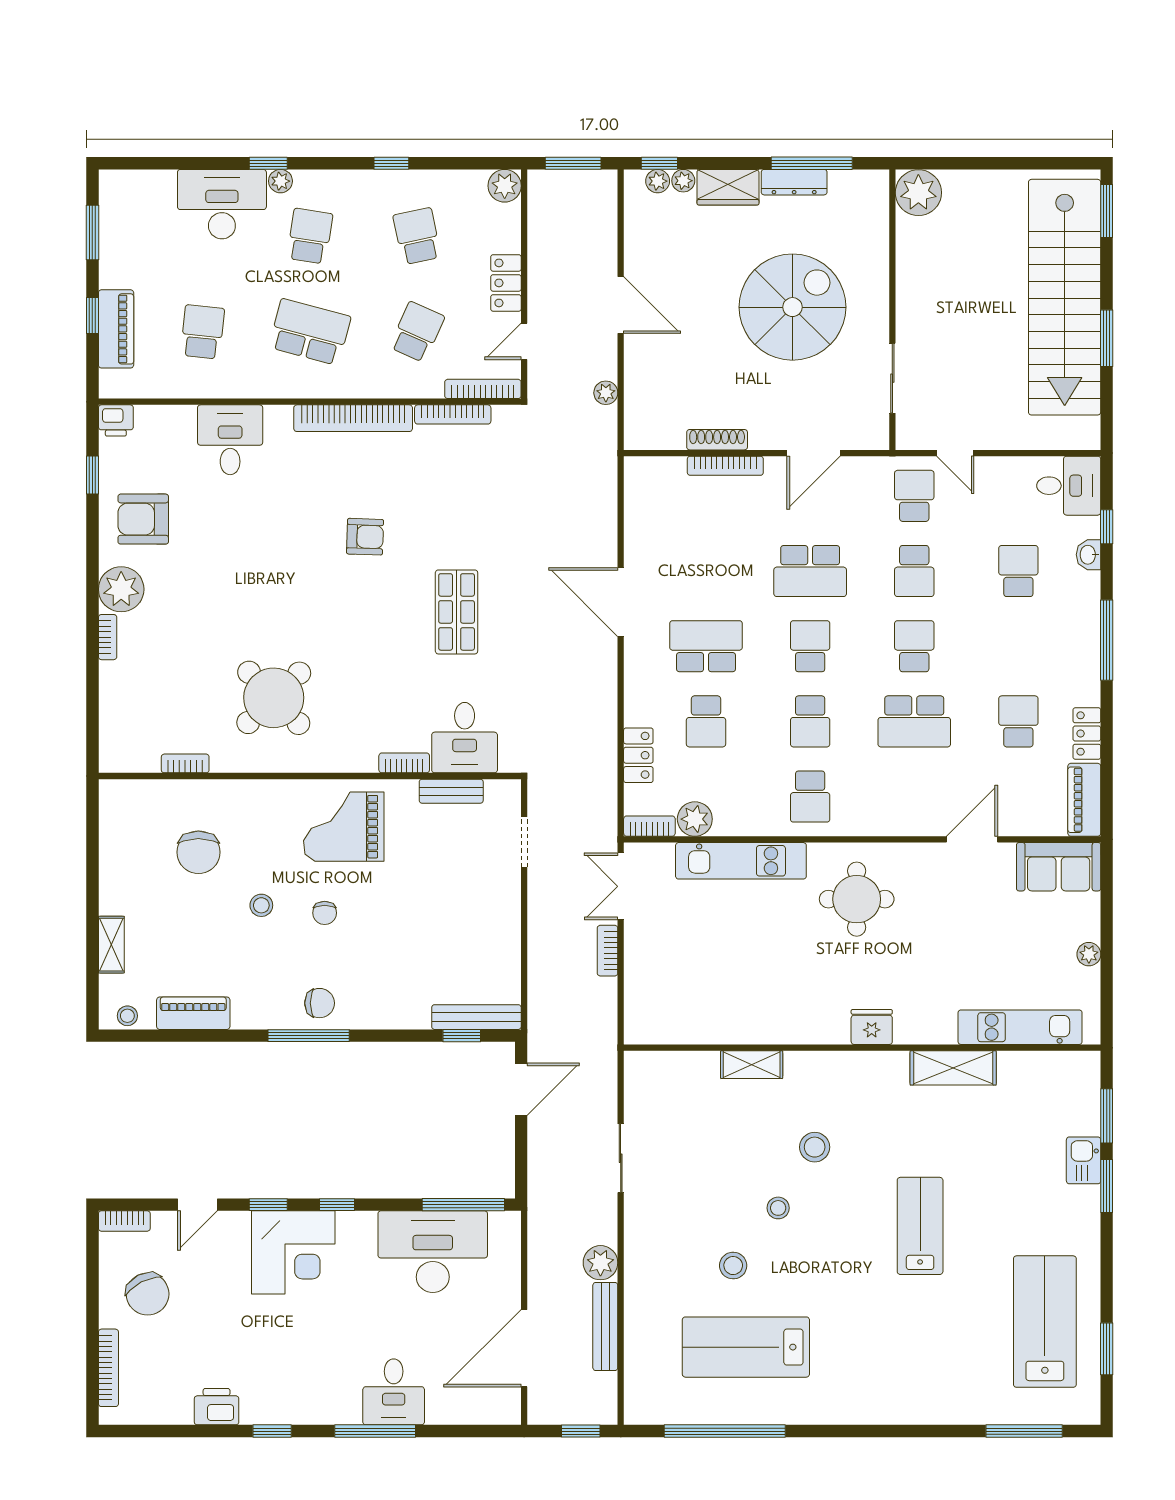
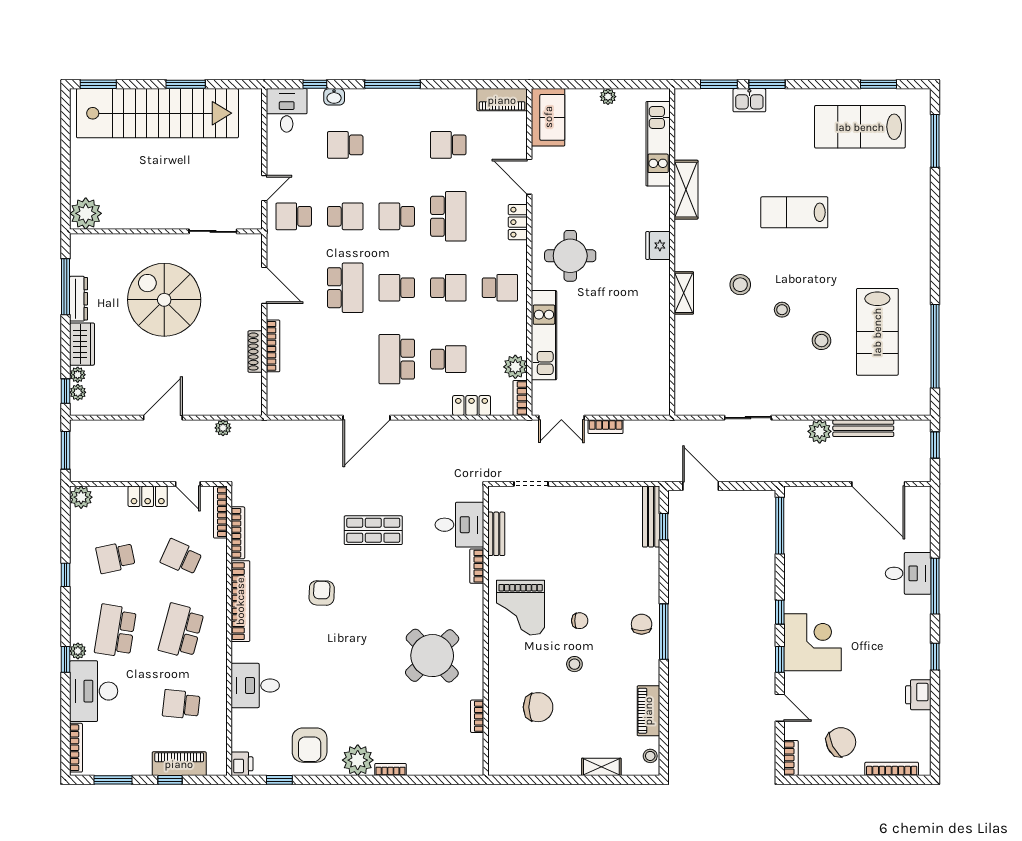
bookcase: (139, 178) -> (76, 748), added
school desk: (310, 236) -> (116, 631), width x1.85
locker: (1087, 733) -> (518, 222), moved, turned 90
shelving: (752, 1065) -> (684, 293), moved
desk: (433, 1252) -> (812, 547), removed

